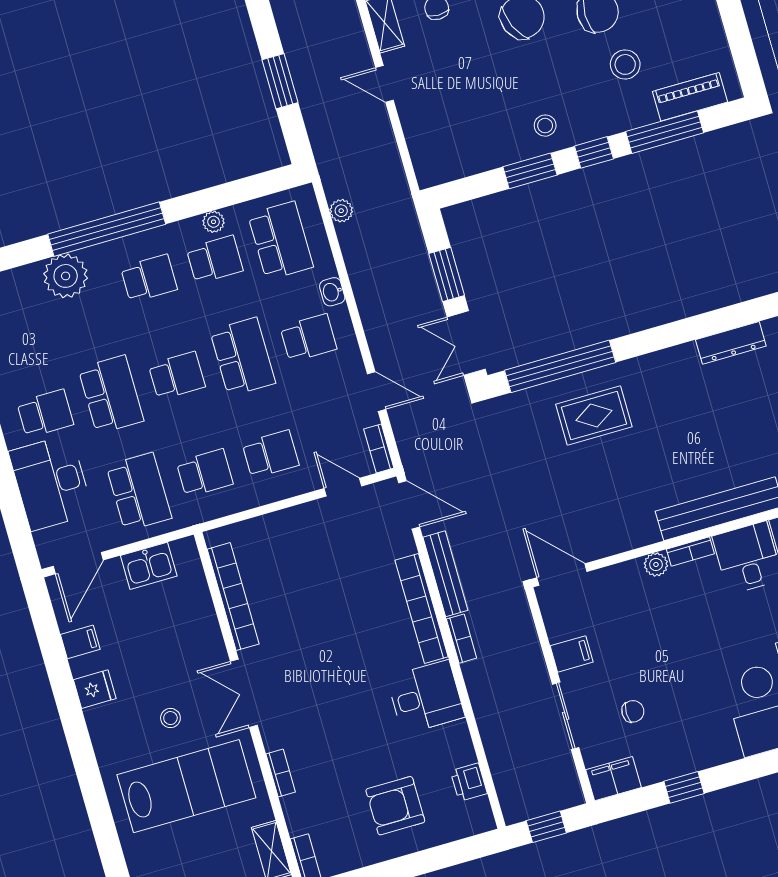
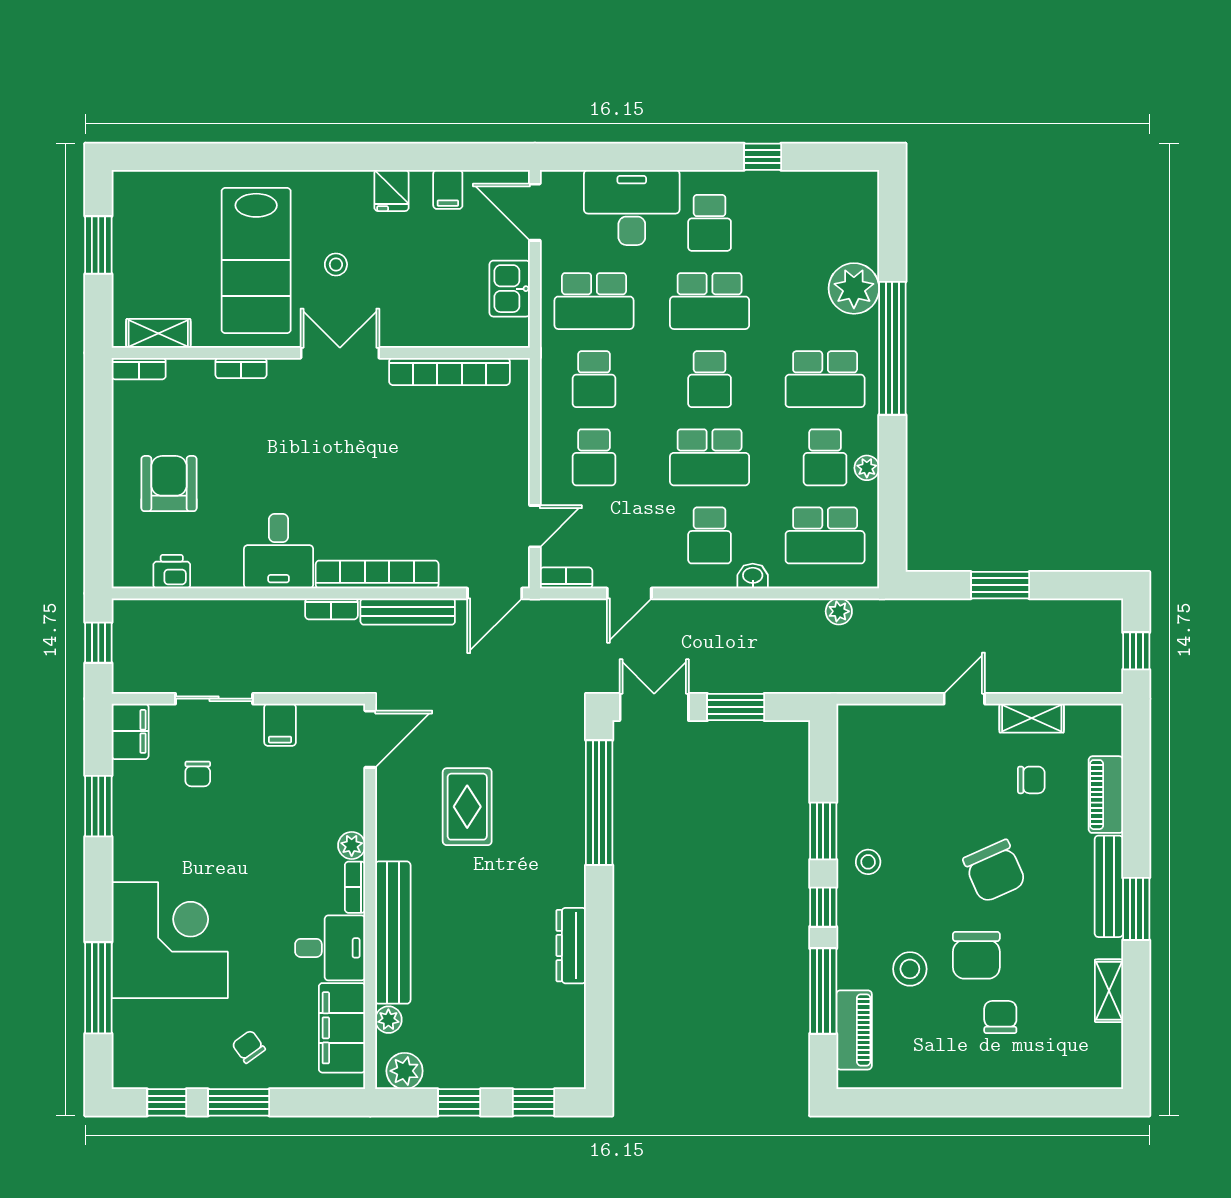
school desk: (149, 278) -> (825, 379), width x1.85
dresser: (731, 343) -> (571, 946), moved
rug: (594, 416) -> (467, 807), moved
window: (684, 787) -> (98, 806), width x1.50

